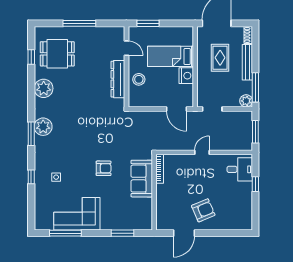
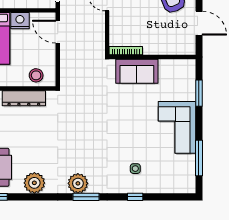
stool: (139, 79) -> (36, 75), moved
door: (176, 109) -> (58, 32), swing flipped
armchair: (104, 168) -> (125, 115), removed
corner sofa: (77, 214) -> (177, 127), moved

